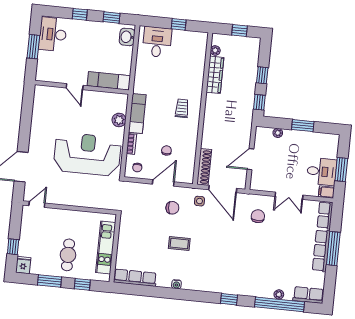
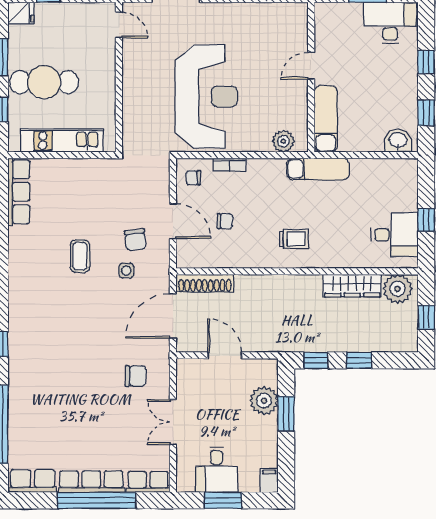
desk: (157, 42) -> (395, 235), moved
plant: (215, 50) -> (397, 289), width x1.88, depth x1.88
exam couch: (137, 114) -> (318, 169), moved
plant: (119, 120) -> (283, 141), moved
window: (303, 126) -> (286, 414), moved
plant: (278, 133) -> (264, 401), width x1.88, depth x1.88
filing cabinet: (326, 192) -> (269, 480), moved
side table: (199, 201) -> (126, 271), moved
window: (333, 249) -> (97, 500), width x1.46
cafe table: (68, 255) -> (44, 82), width x1.37, depth x1.35
water cooler: (176, 284) -> (15, 258), removed
plant: (279, 294) -> (15, 422), removed
row of seats: (308, 295) -> (33, 481), moved, turned -90

